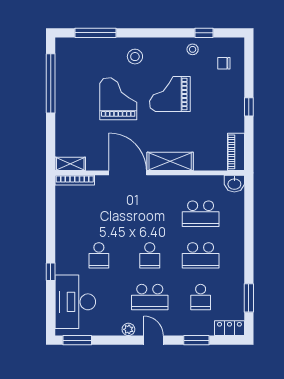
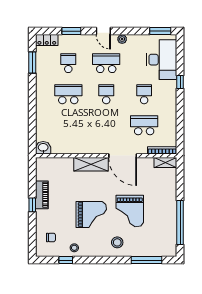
piano: (236, 152) -> (42, 195), moved
school desk: (201, 214) -> (144, 125), moved

